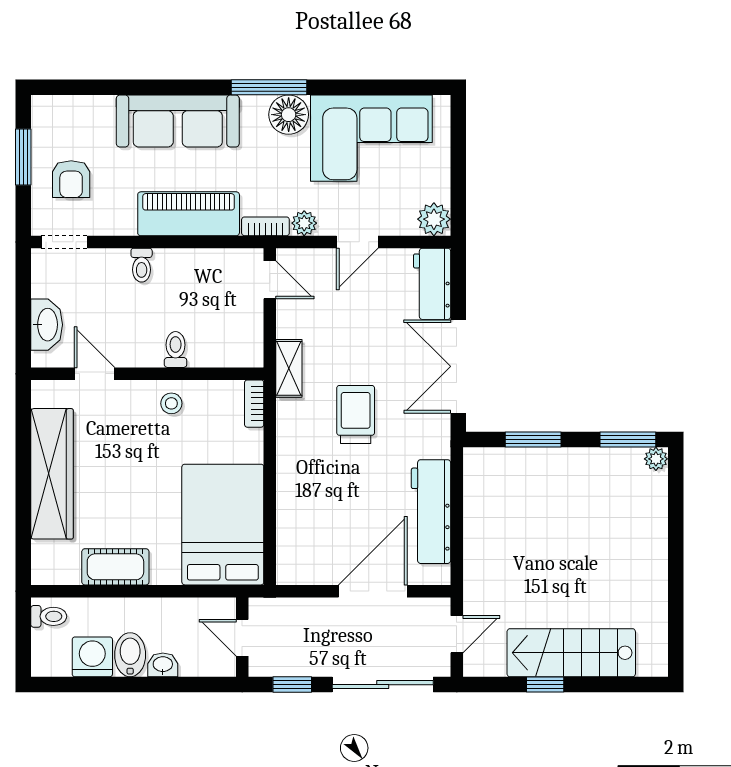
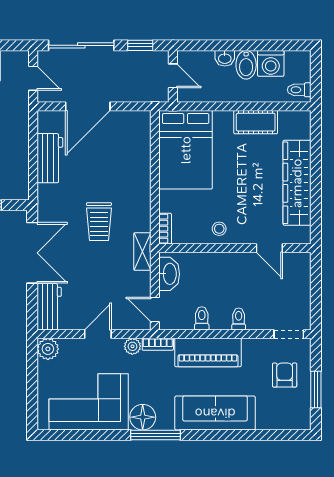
washbasin: (47, 325) -> (169, 274), moved, turned 180
toilet: (176, 350) -> (202, 318), moved, turned 180
workbench: (431, 512) -> (50, 158), width x0.73
door: (457, 634) -> (33, 78), swing flipped

